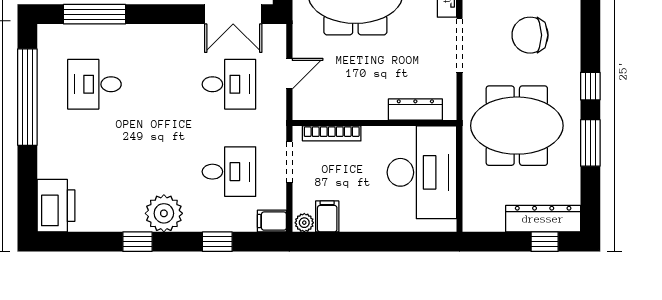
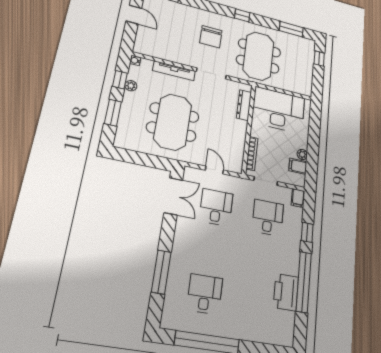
window: (94, 14) -> (161, 272), moved
desk: (94, 84) -> (205, 294), turned 180
window: (590, 143) -> (291, 29), moved
printer: (56, 206) -> (286, 292), moved, turned -90
plant: (164, 213) -> (288, 262), removed
dresser: (543, 219) -> (308, 56), removed
plant: (304, 223) -> (302, 154), moved
window: (137, 242) -> (304, 282), width x3.17

